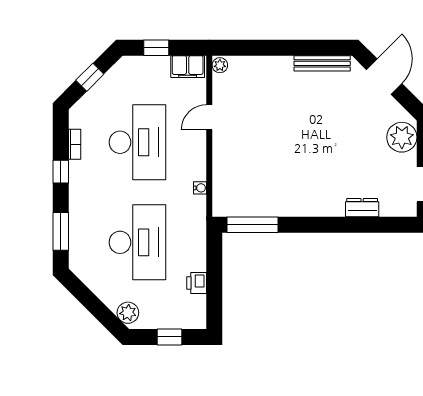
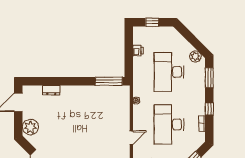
plant: (128, 313) -> (195, 56), moved

